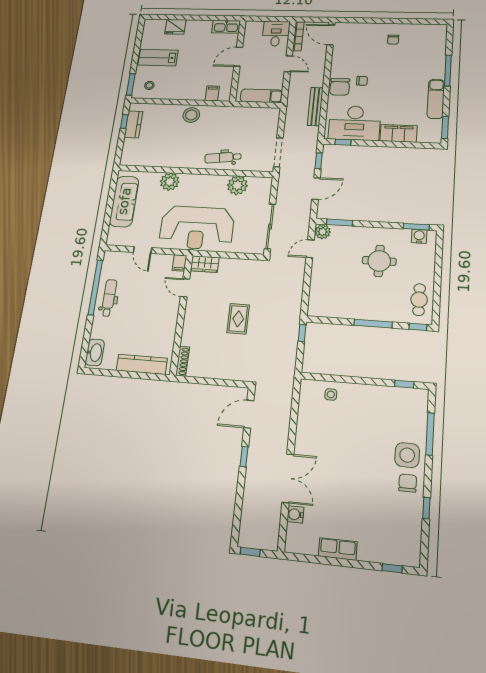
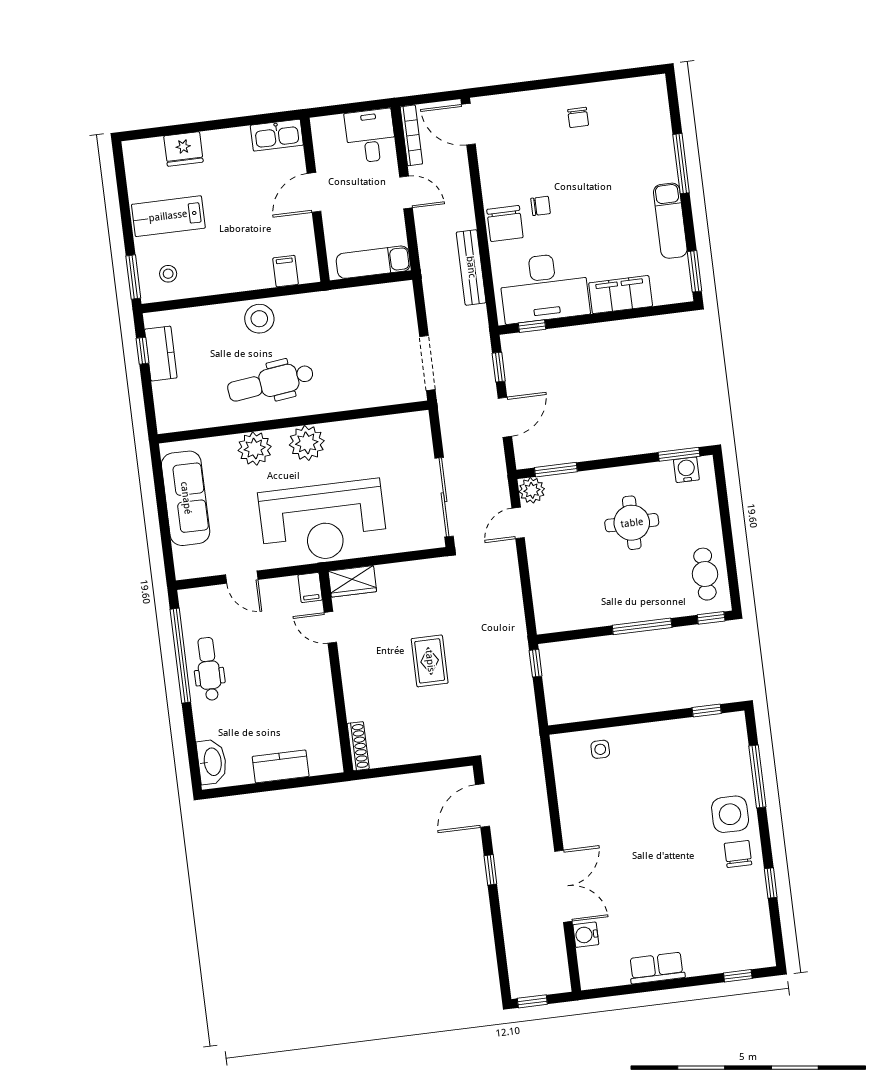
dental chair: (223, 158) -> (271, 382), moved, width x1.36, depth x1.38
plant: (237, 185) -> (307, 443), moved
kitchen counter: (142, 364) -> (281, 766), width x0.67

